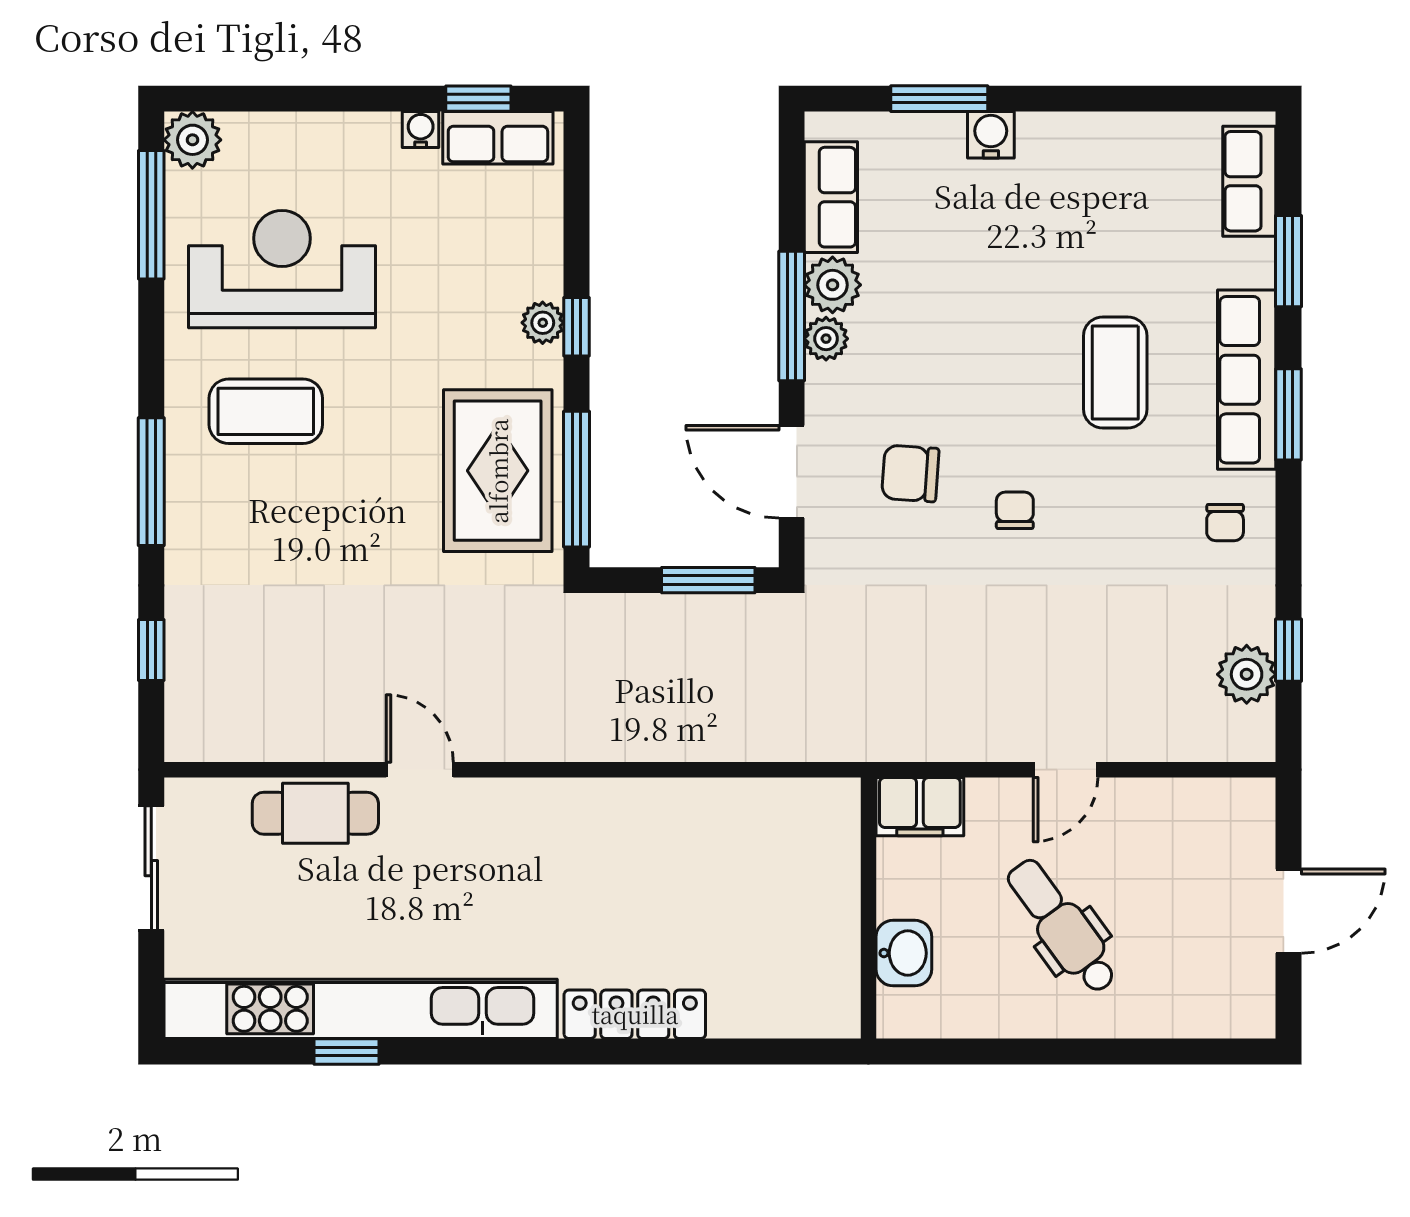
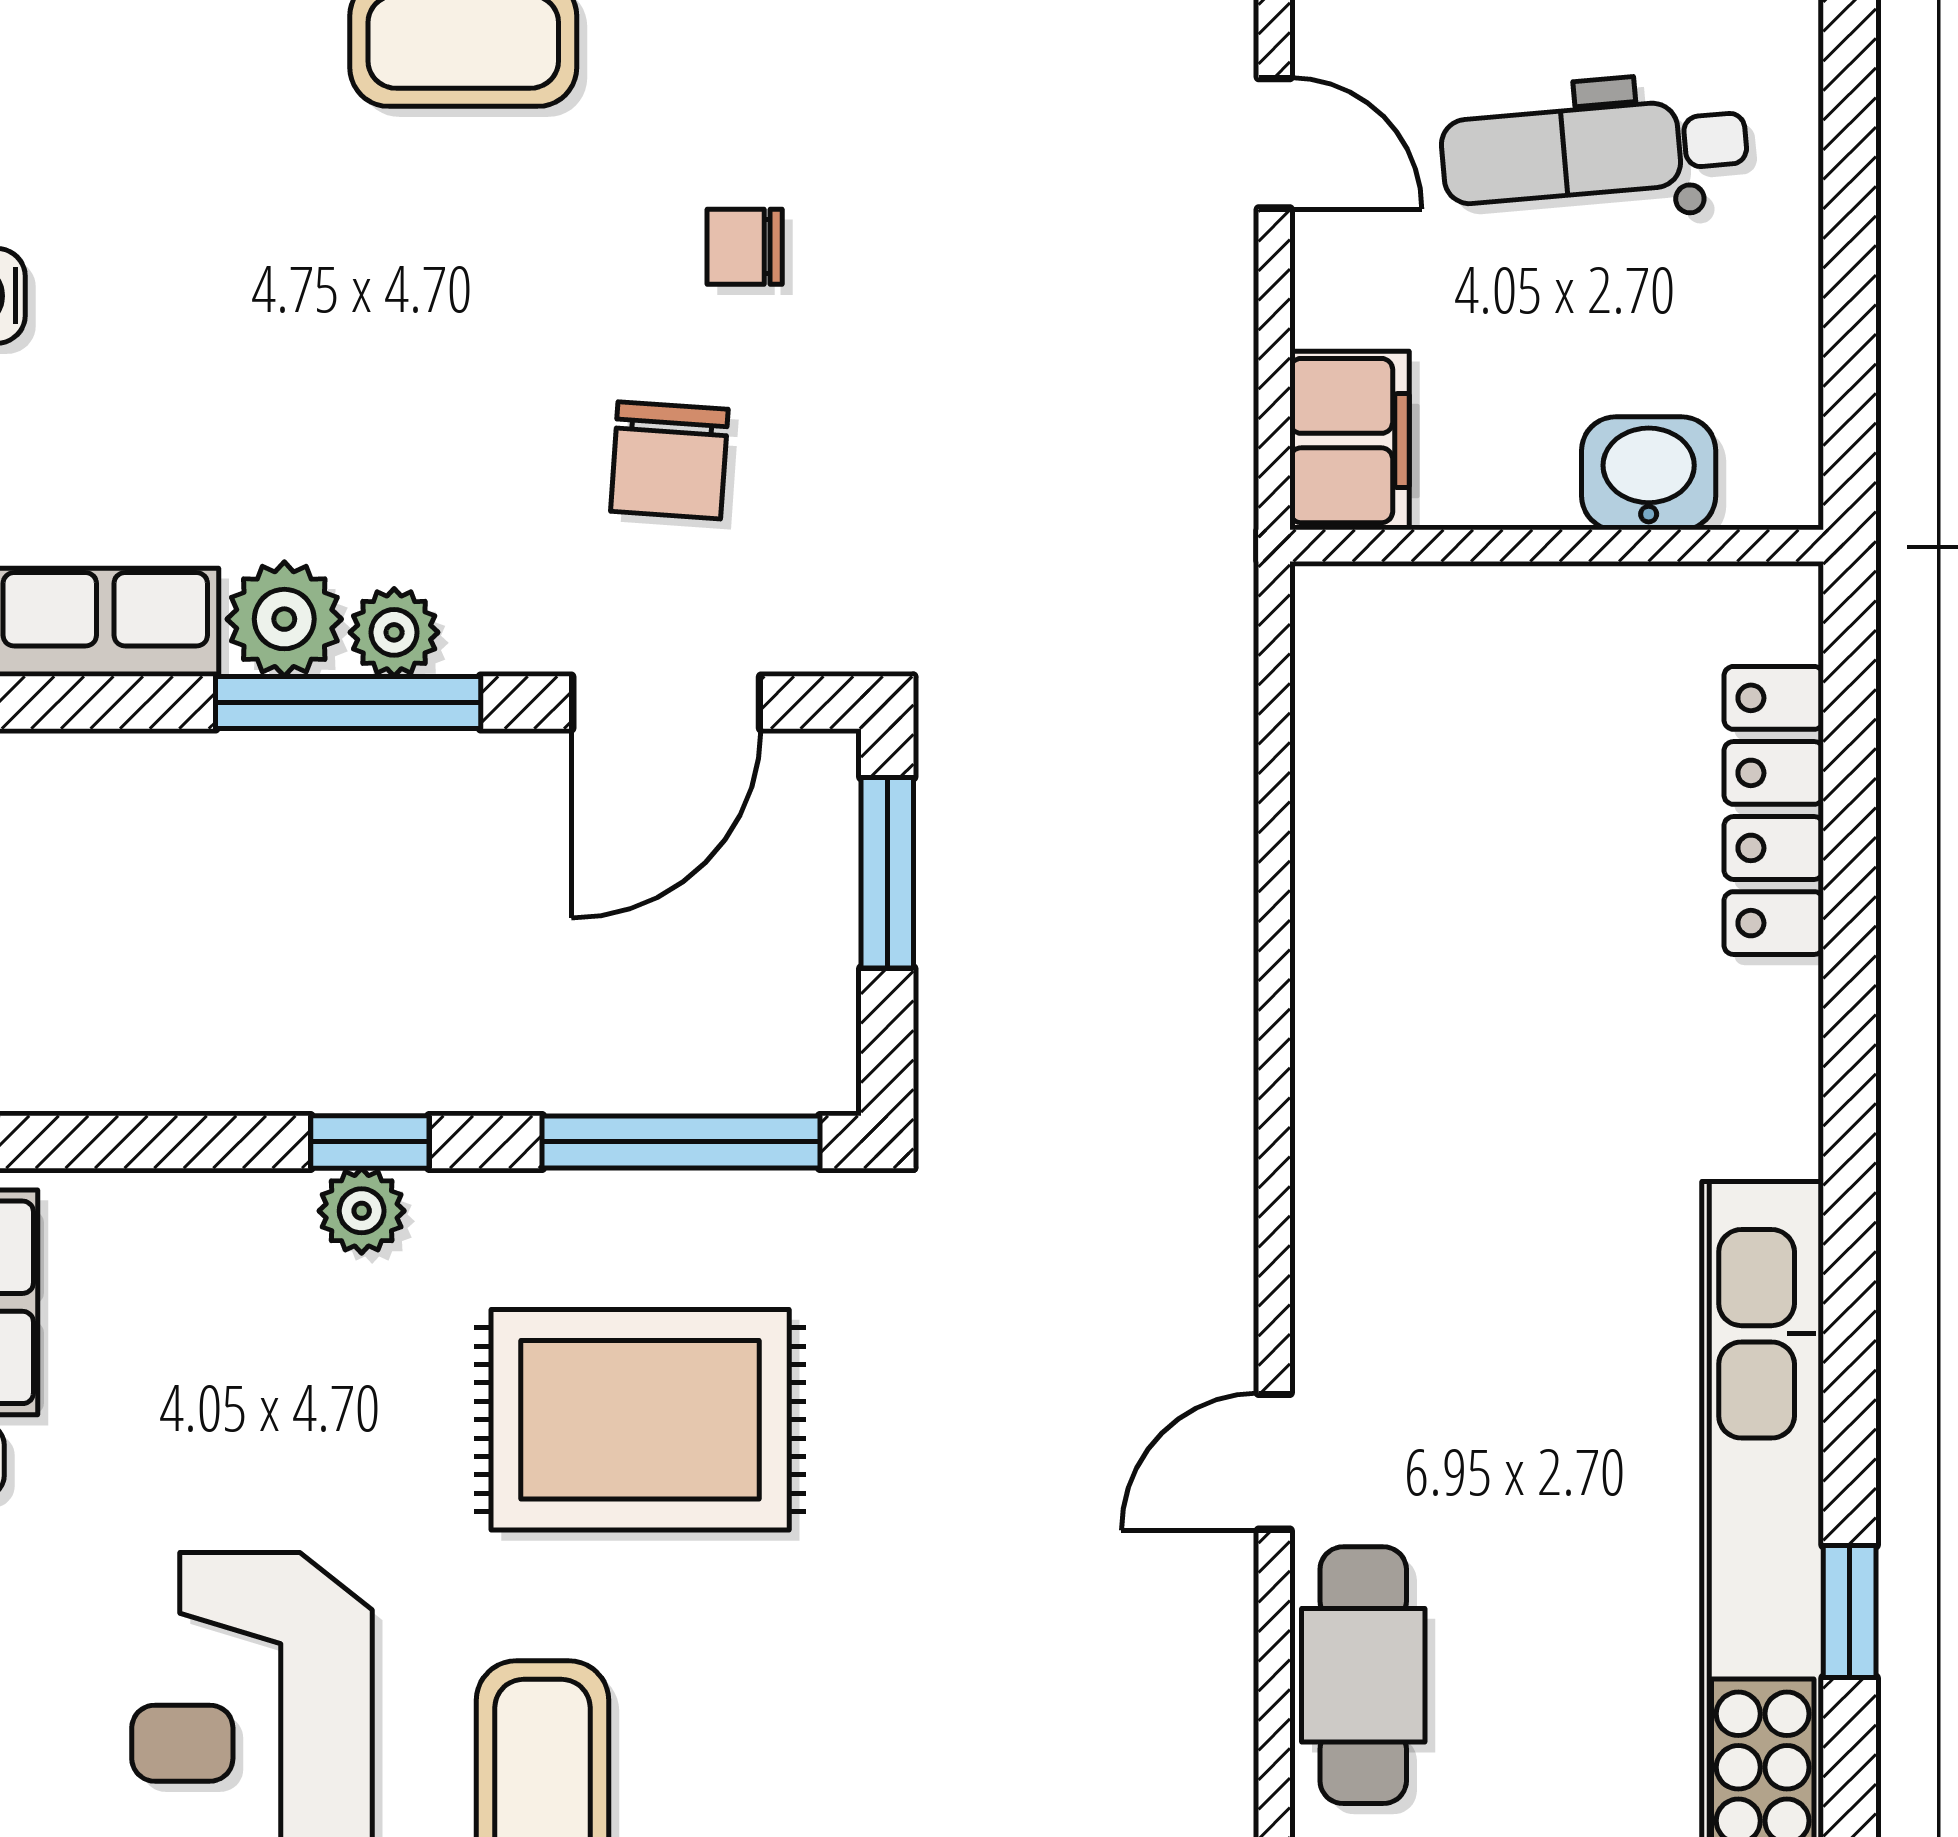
rug: (498, 471) -> (640, 1420), moved
dental chair: (1062, 926) -> (1594, 151), turned 31
locker: (635, 1014) -> (1774, 810), moved

